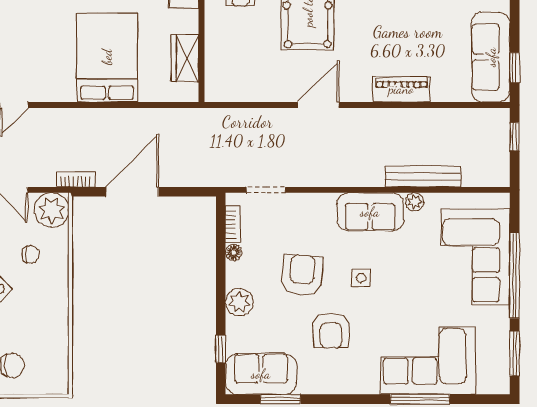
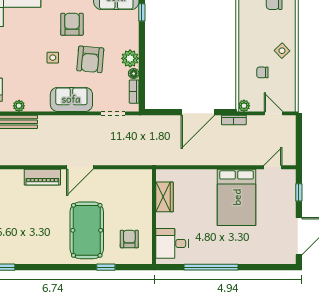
bed: (107, 57) -> (237, 197), moved
piano: (401, 89) -> (42, 177), moved
plant: (52, 210) -> (244, 106), width x0.53, depth x0.53
sofa: (370, 212) -> (71, 99), moved
plant: (239, 302) -> (130, 58), moved

